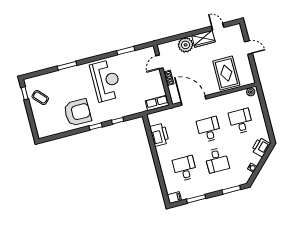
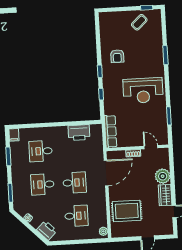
row of seats: (157, 103) -> (111, 131), width x1.48
armchair: (77, 112) -> (117, 56), width x0.53, depth x0.53
desk: (185, 168) -> (41, 151), turned 180

